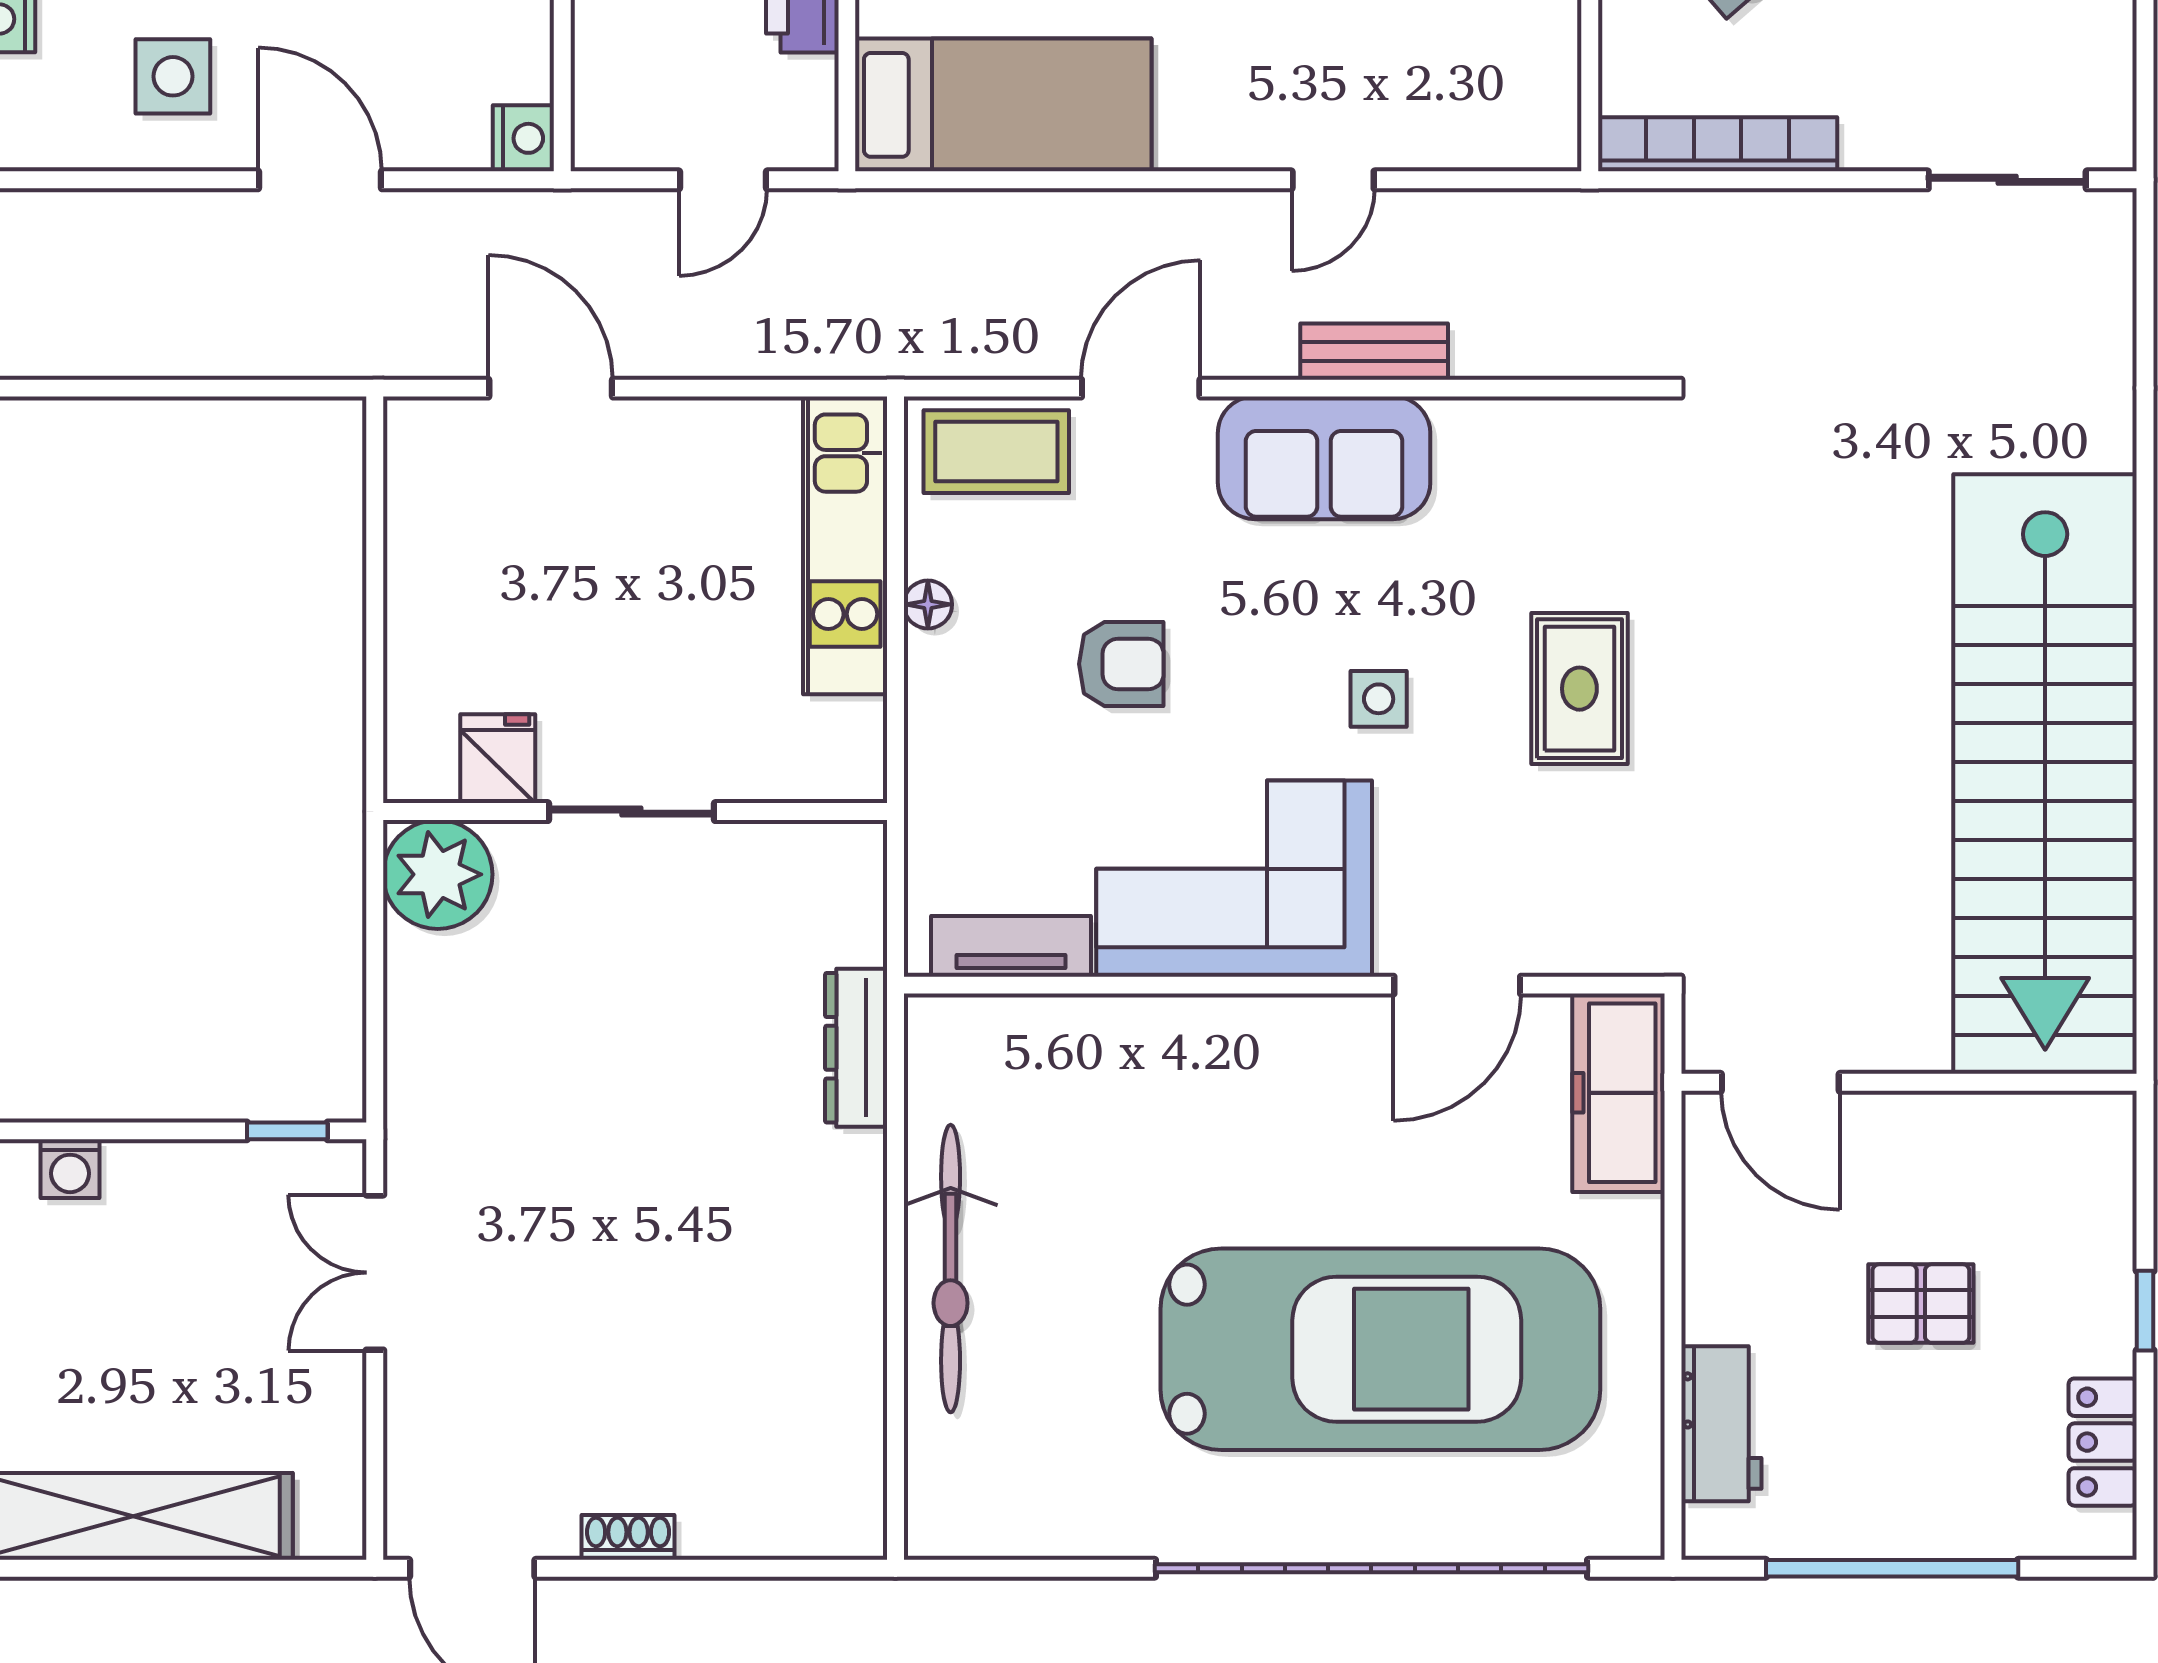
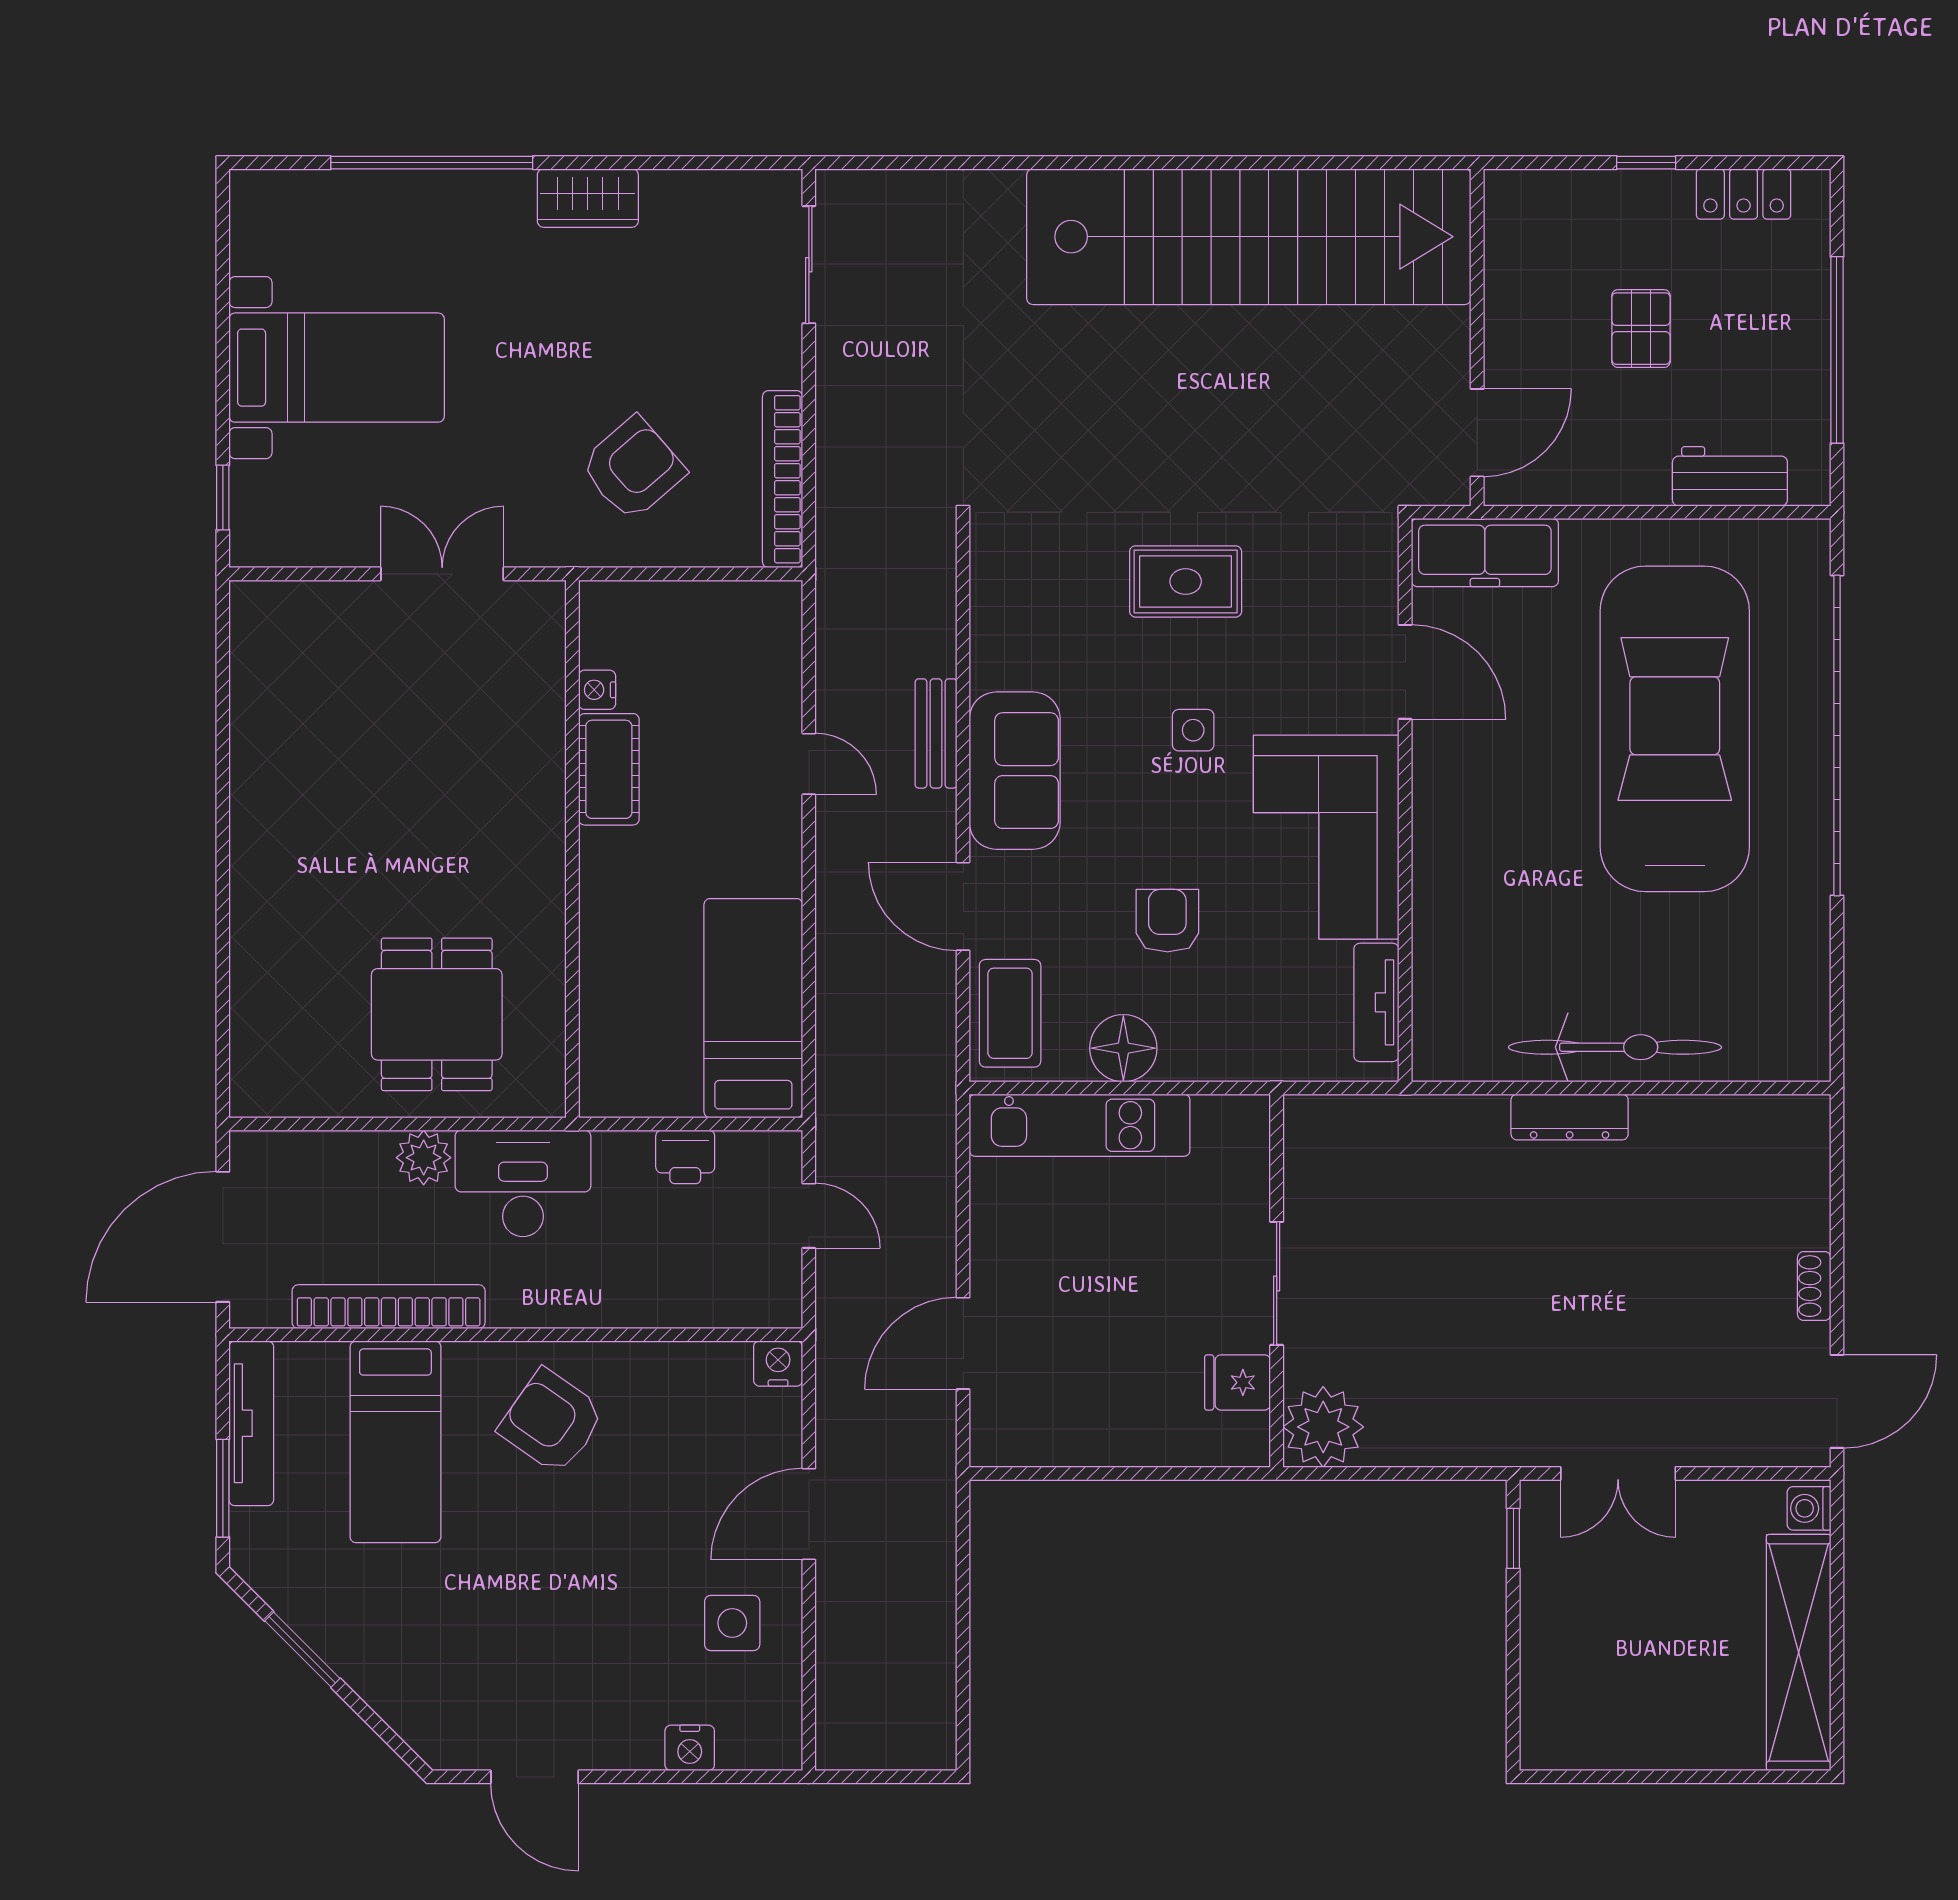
floor lamp: (928, 604) -> (1123, 1048), width x1.89, depth x1.89
dresser: (856, 1048) -> (1570, 1117), moved
washing machine: (70, 1169) -> (1809, 1508), moved, turned 180

